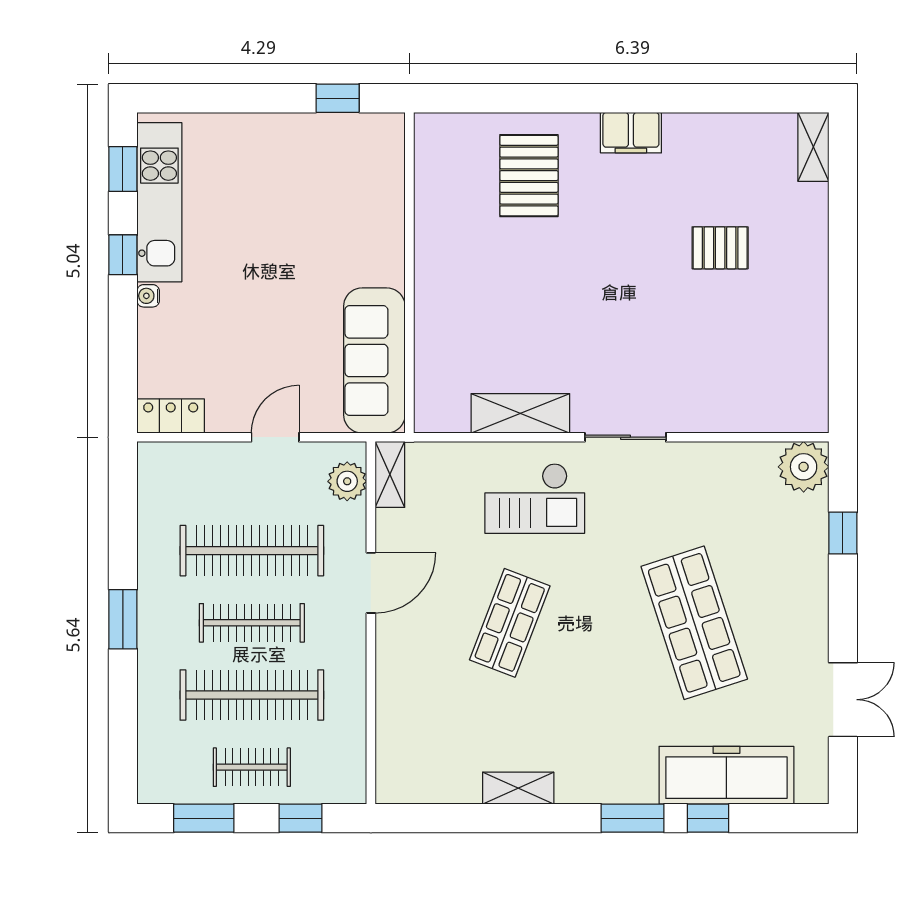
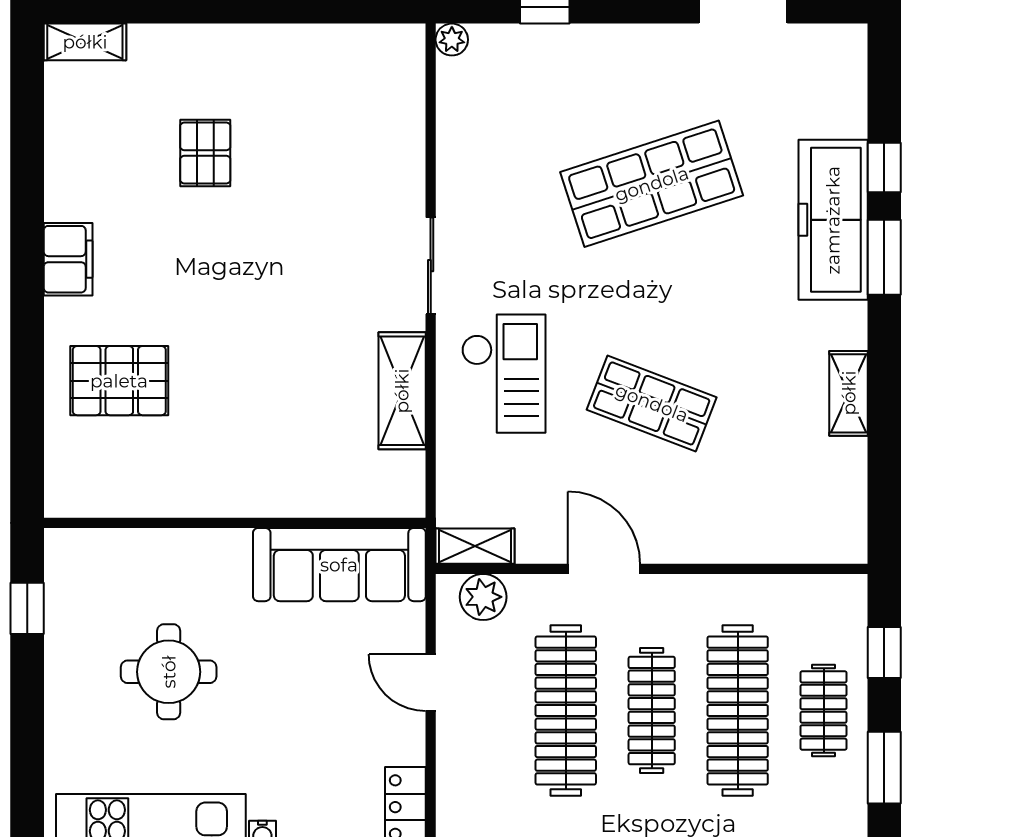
round table: (284, 217) -> (169, 672), added
plant: (804, 467) -> (452, 40), width x0.53, depth x0.53
freezer: (726, 775) -> (833, 220), moved

